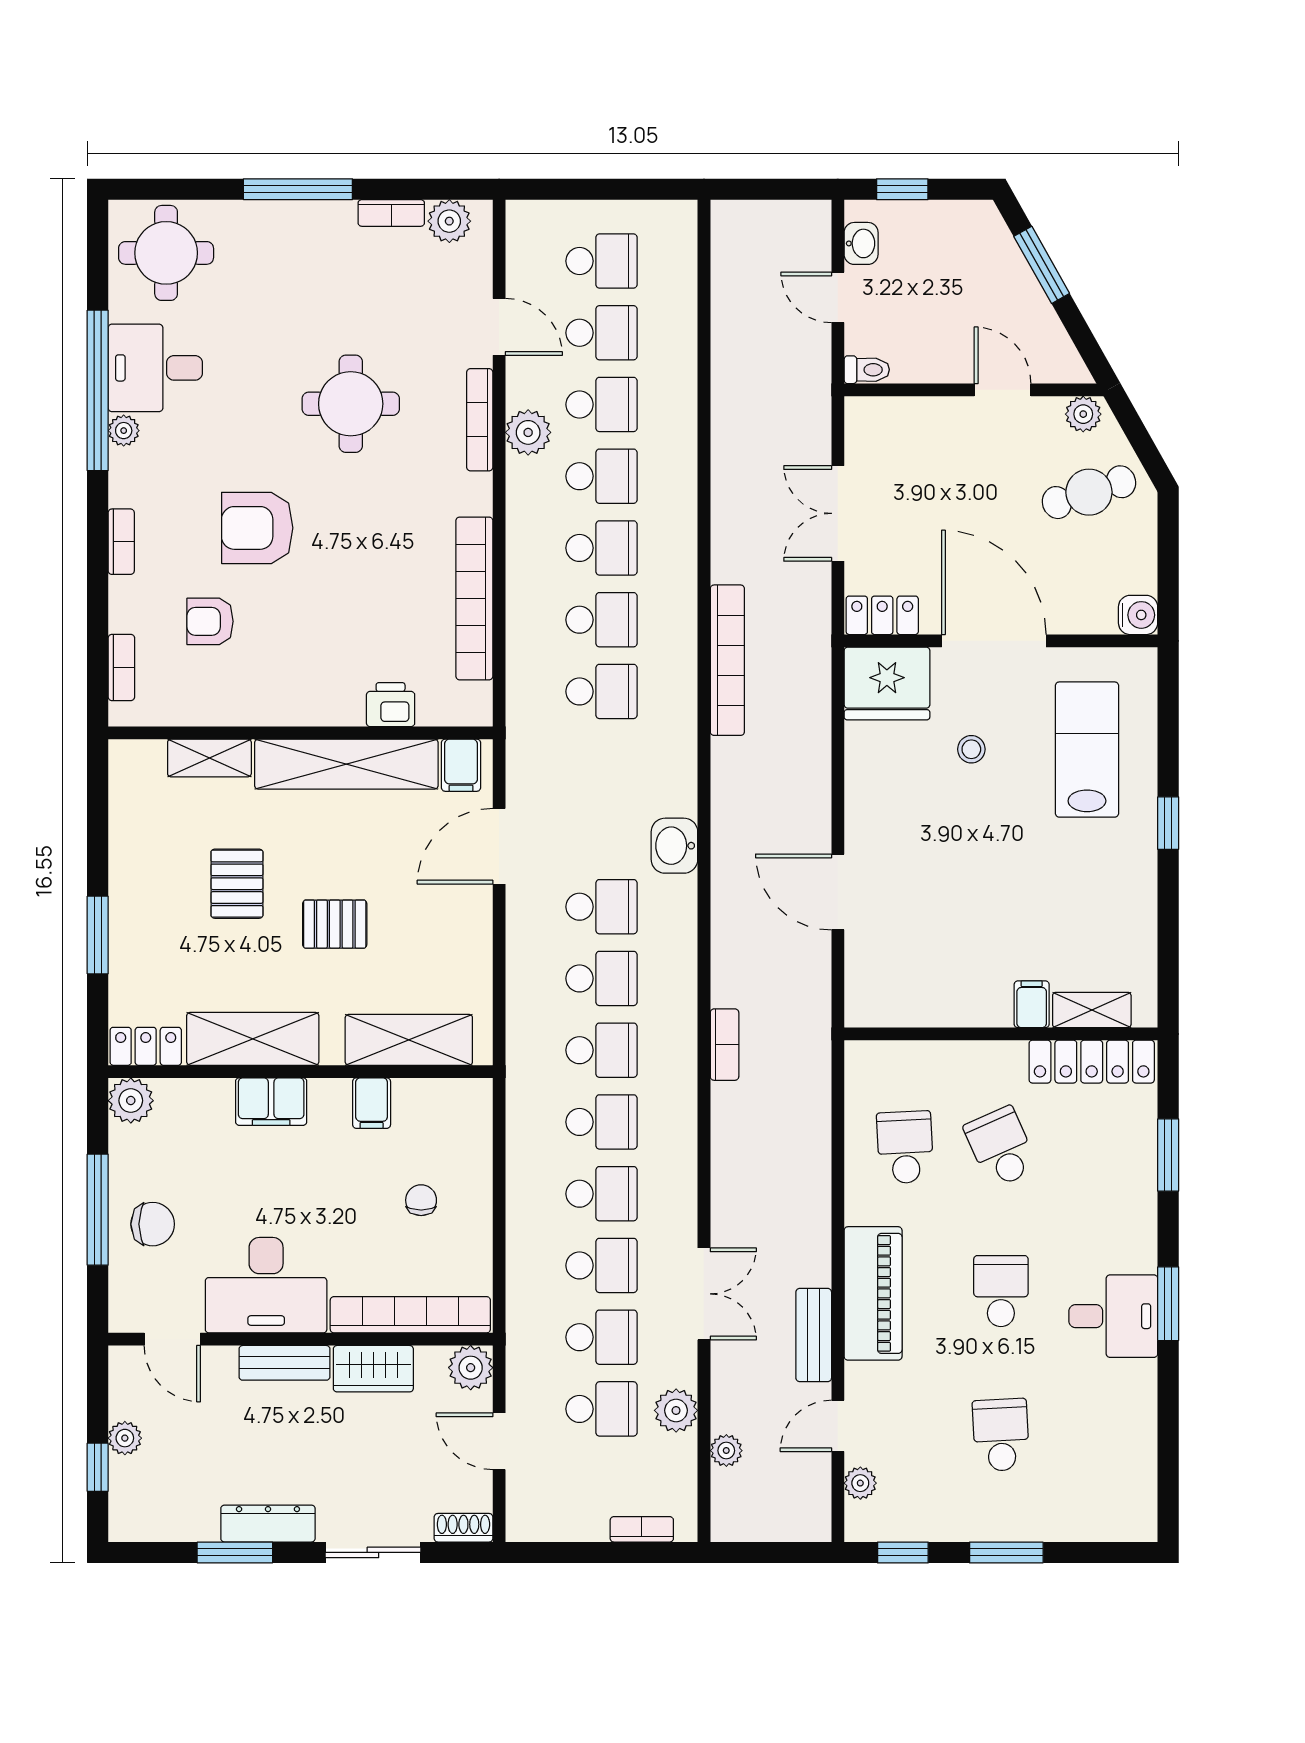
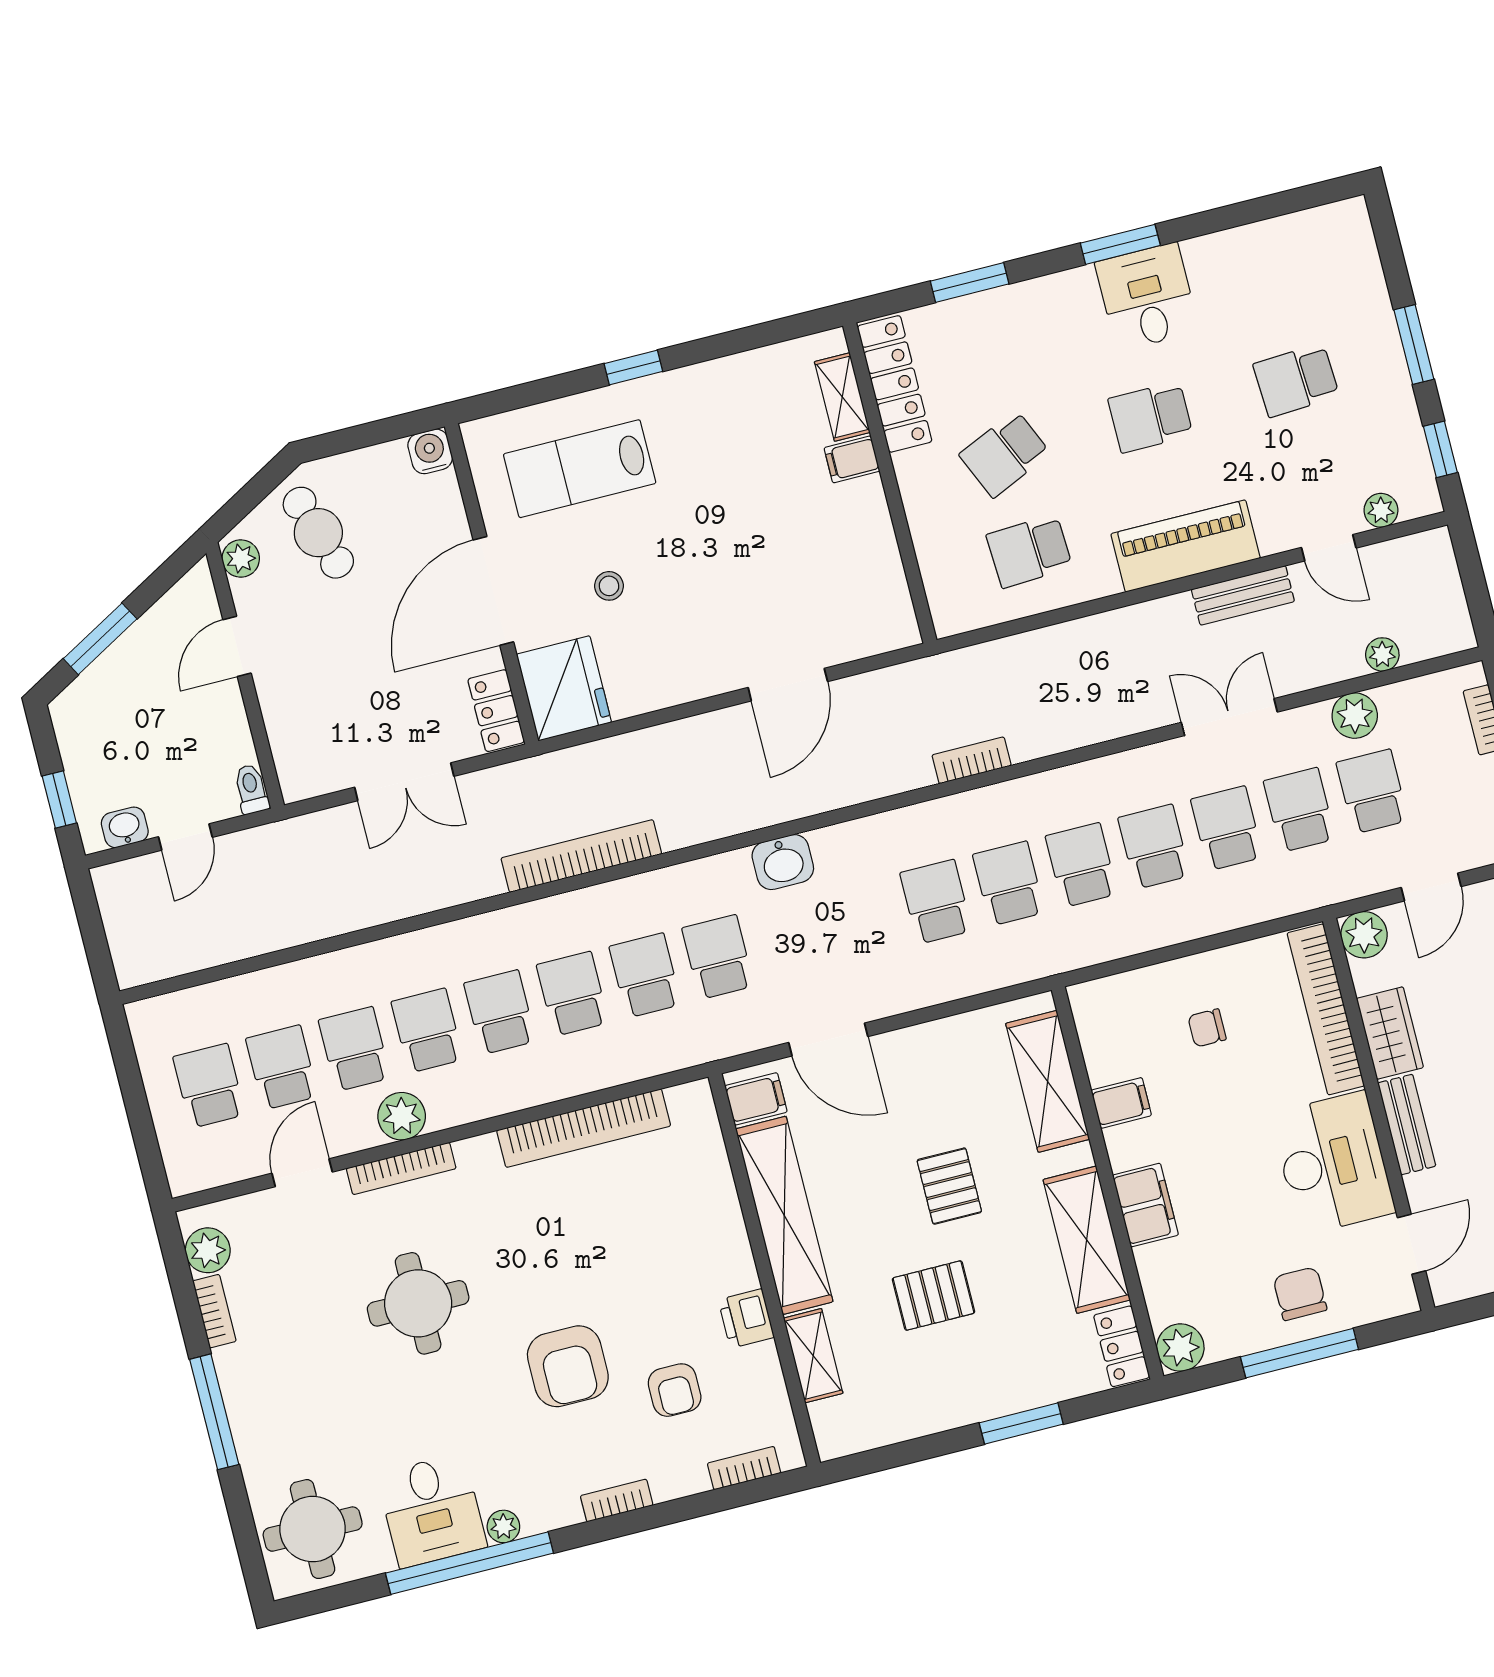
printer: (391, 705) -> (746, 1318), moved
school desk: (602, 907) -> (718, 957), moved

